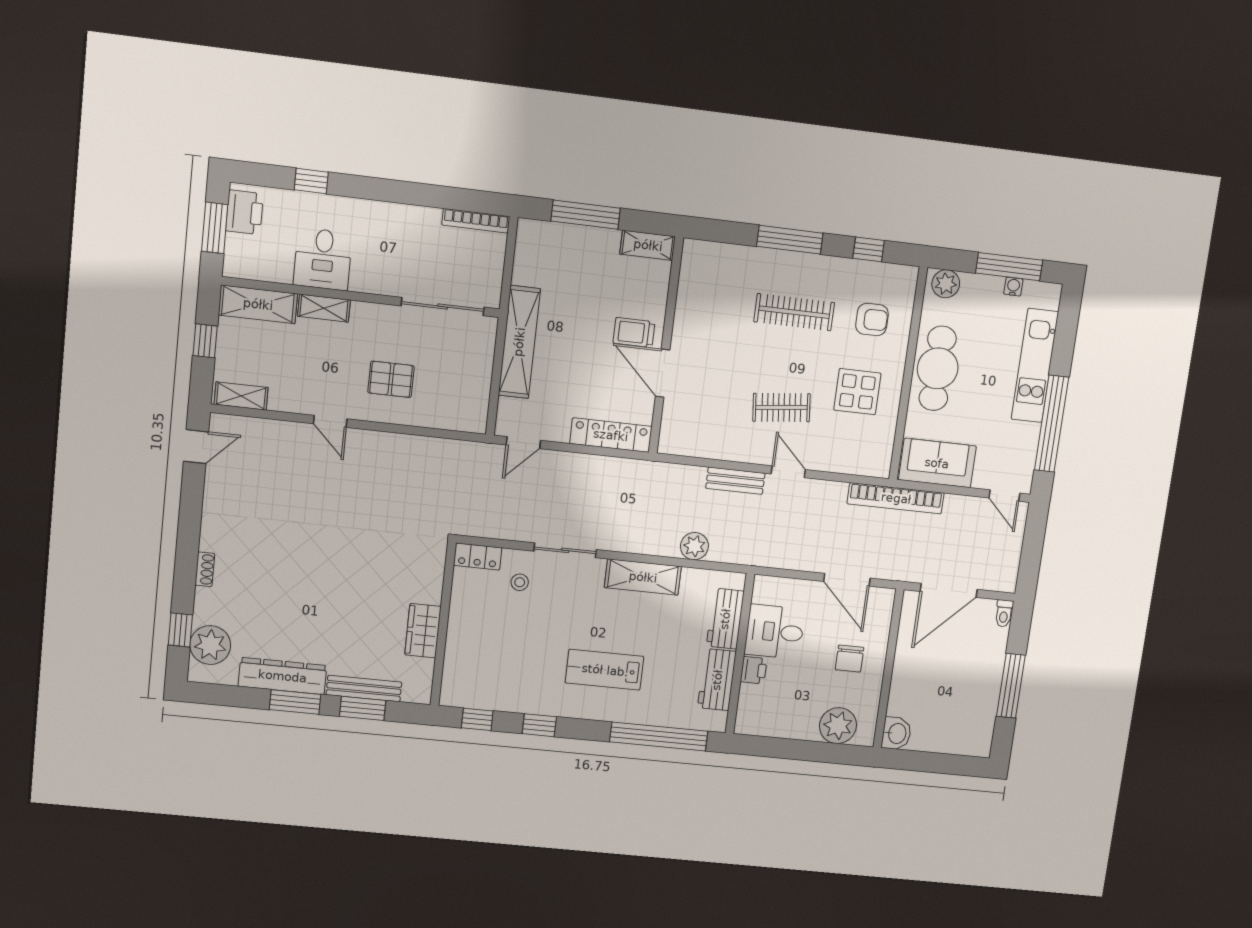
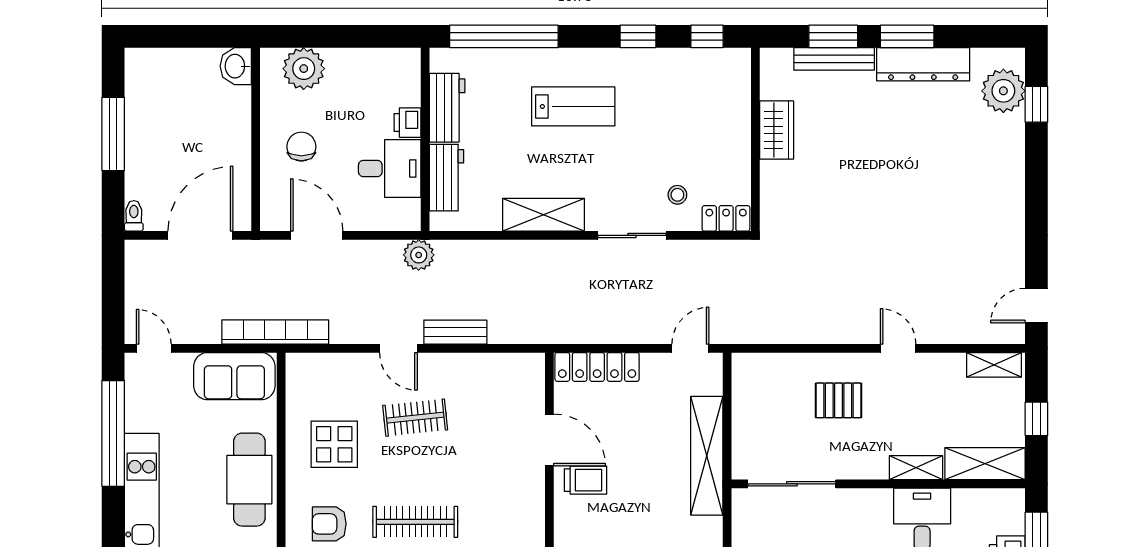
plant: (694, 546) -> (419, 255), moved
shoe rack: (205, 569) -> (1016, 174), removed

